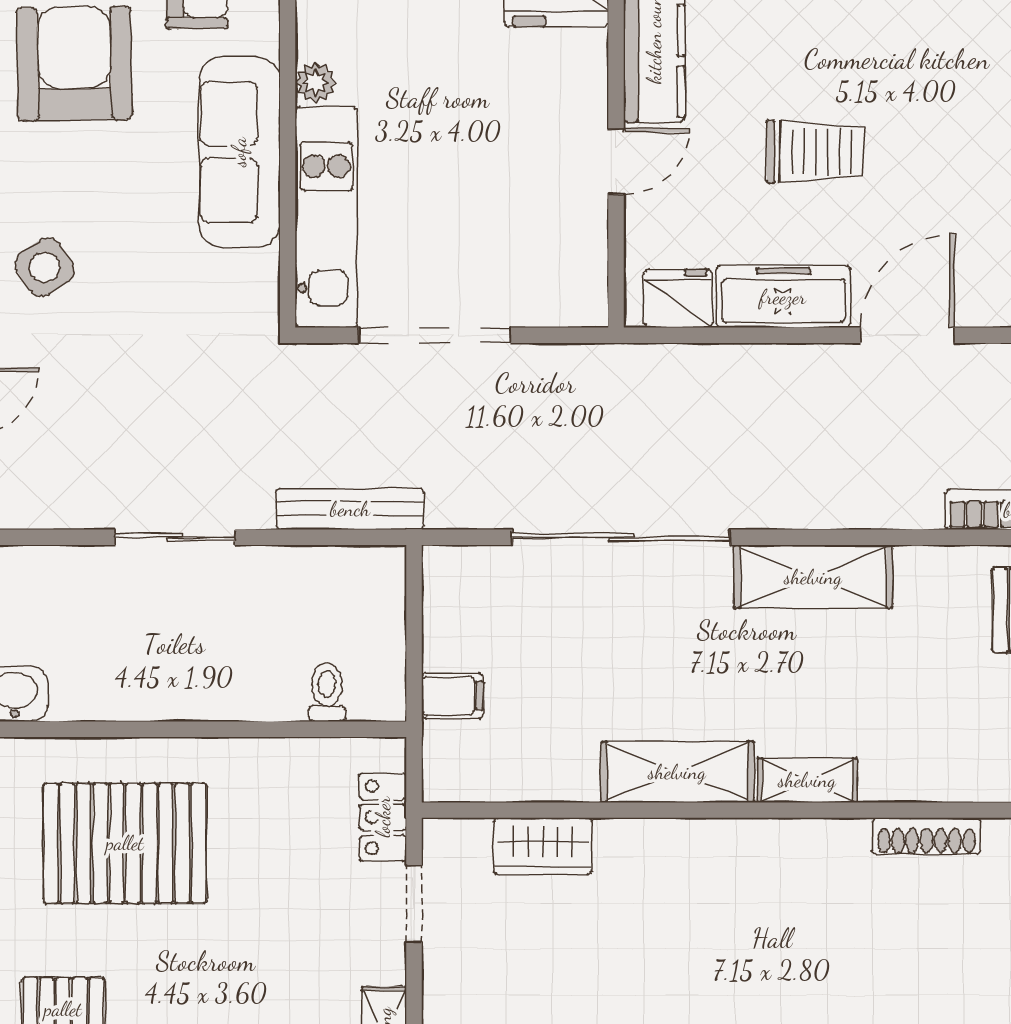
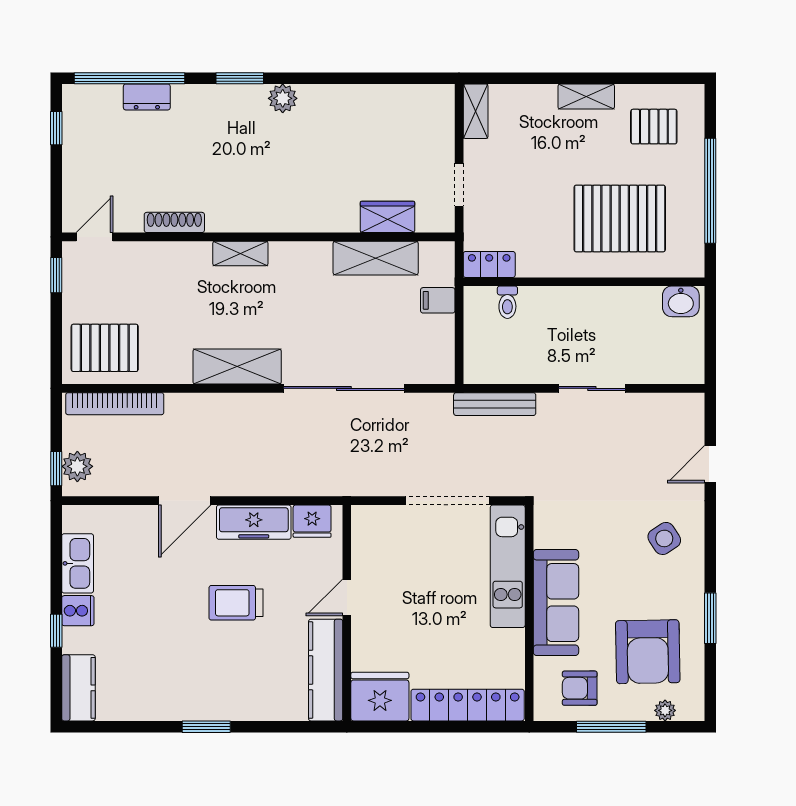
plant: (315, 82) -> (514, 641), removed
shelving: (677, 772) -> (376, 258), moved
locker: (383, 817) -> (489, 264), moved, turned -90

